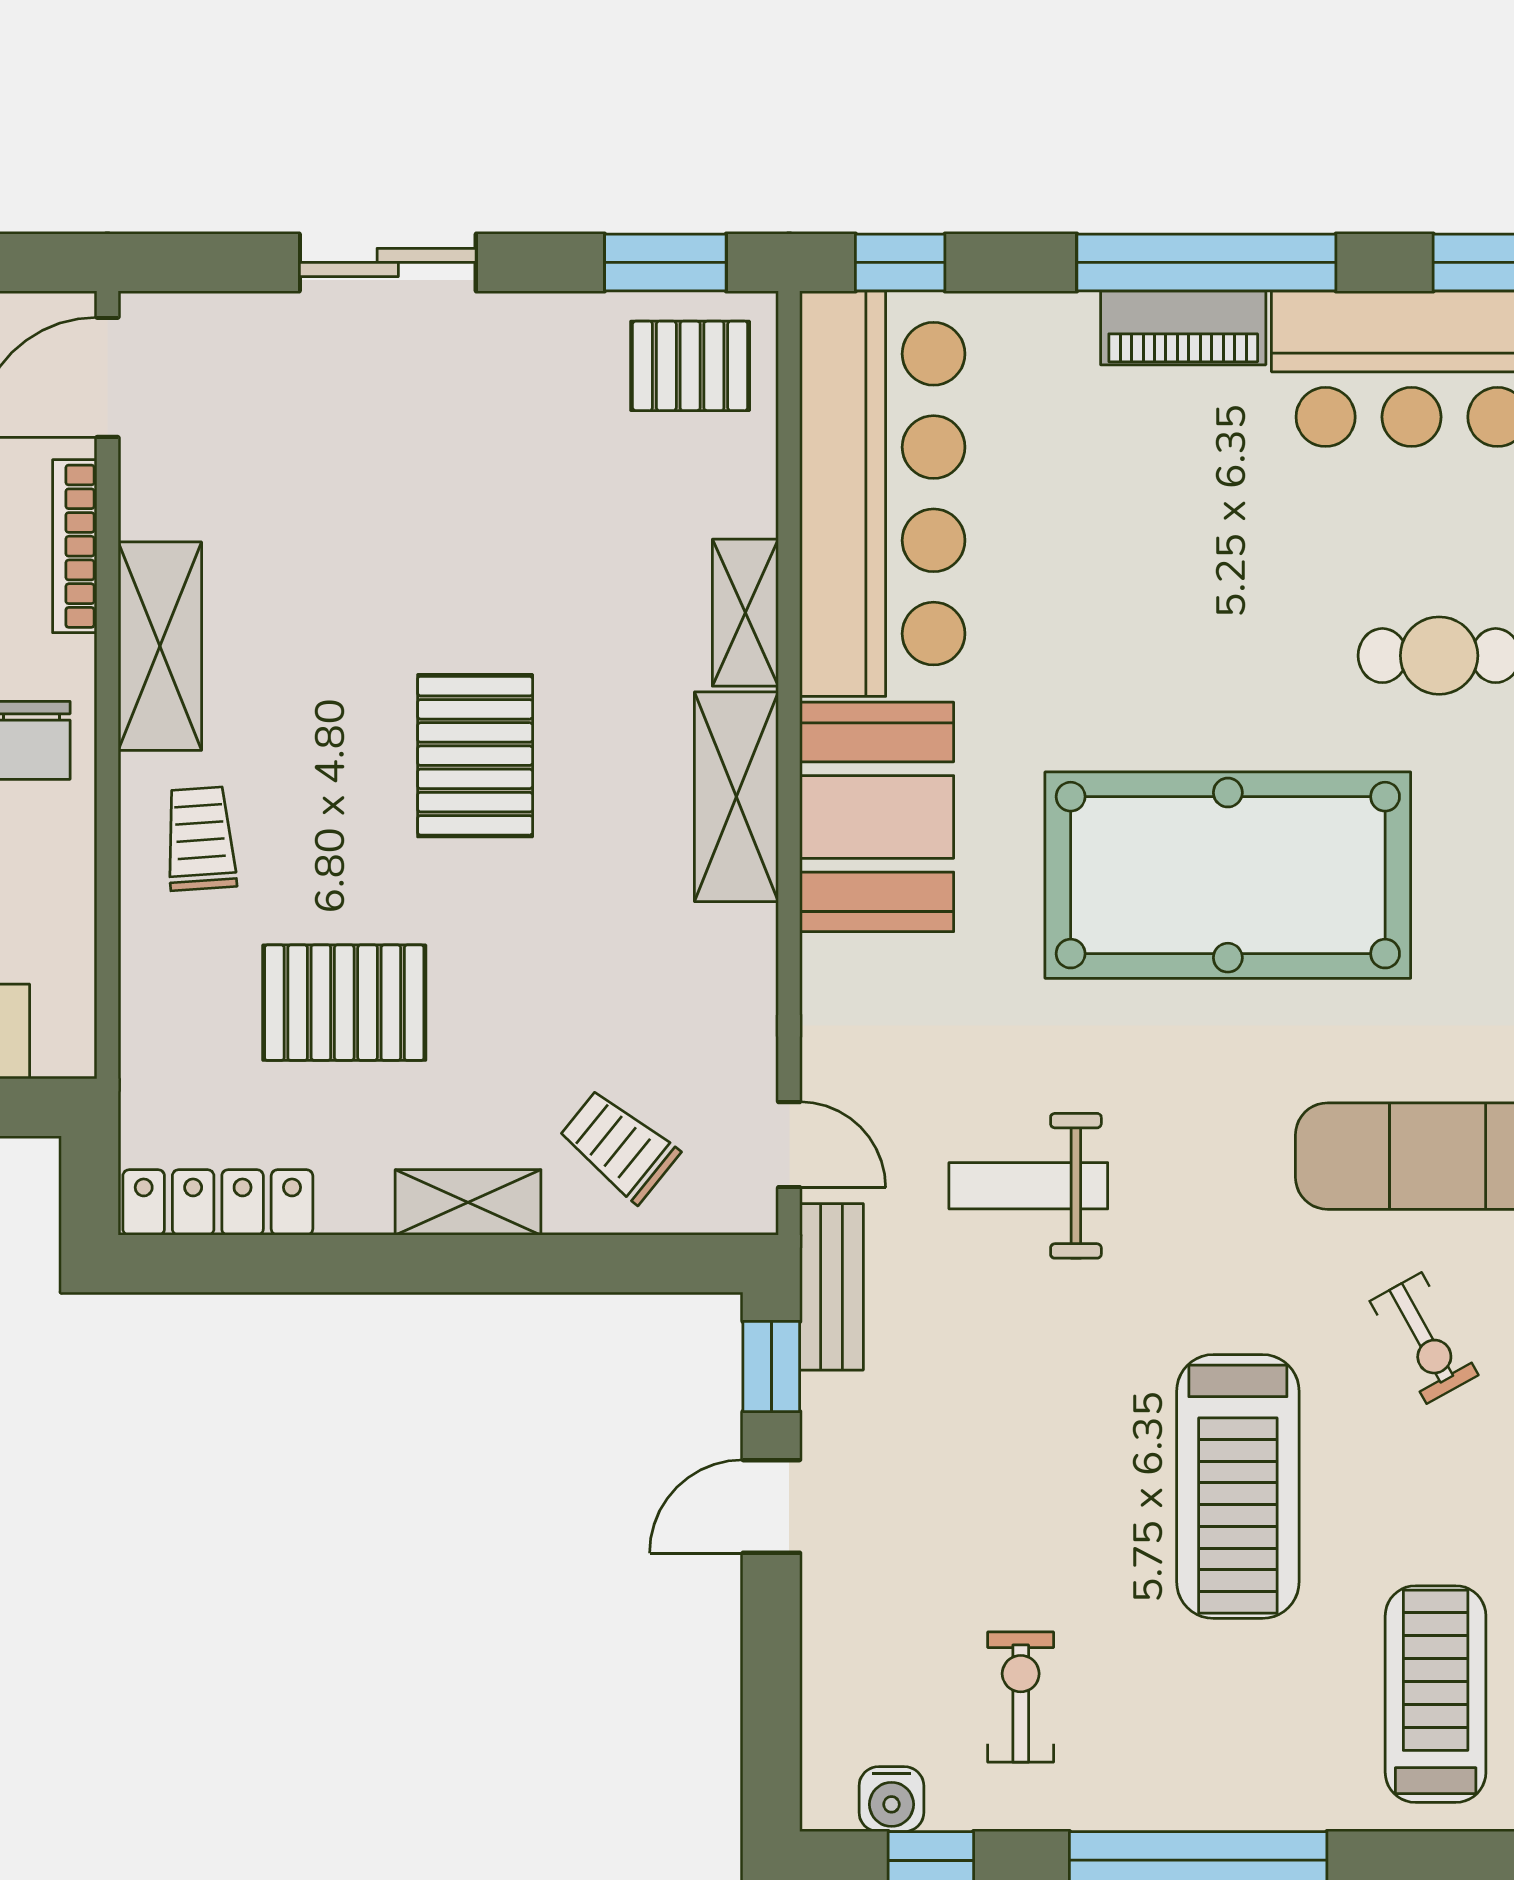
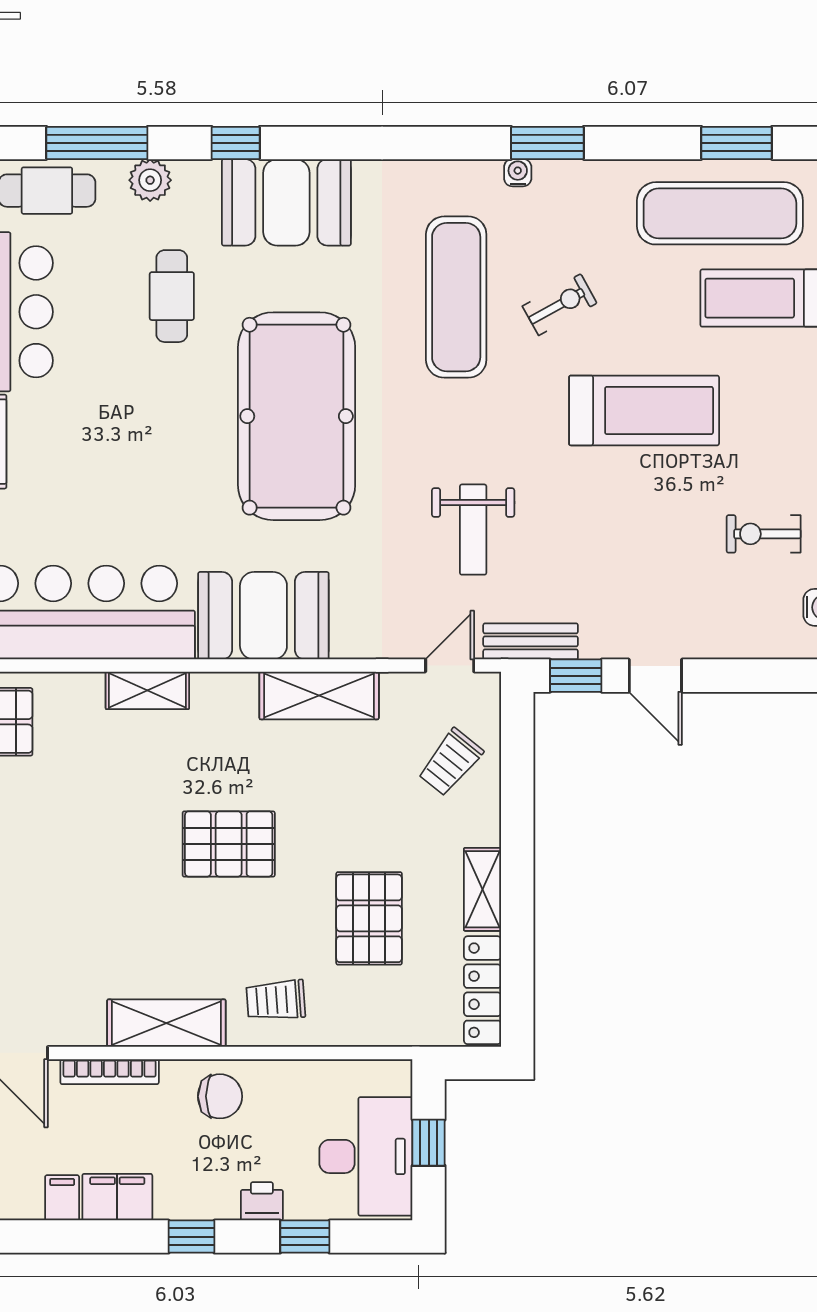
shelving: (736, 797) -> (319, 695), moved
shelving: (468, 1202) -> (483, 889), moved

